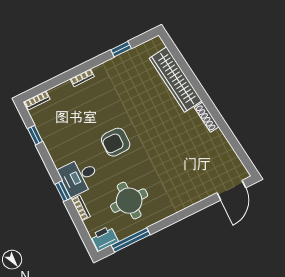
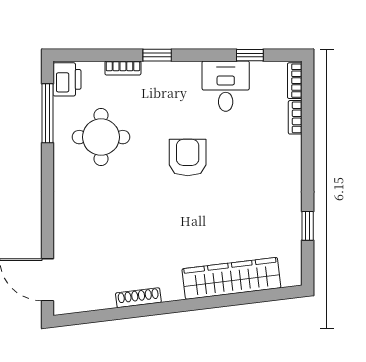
bookcase: (82, 78) -> (295, 117), moved
shoe rack: (207, 117) -> (138, 298), moved
desk: (79, 176) -> (226, 86), moved

